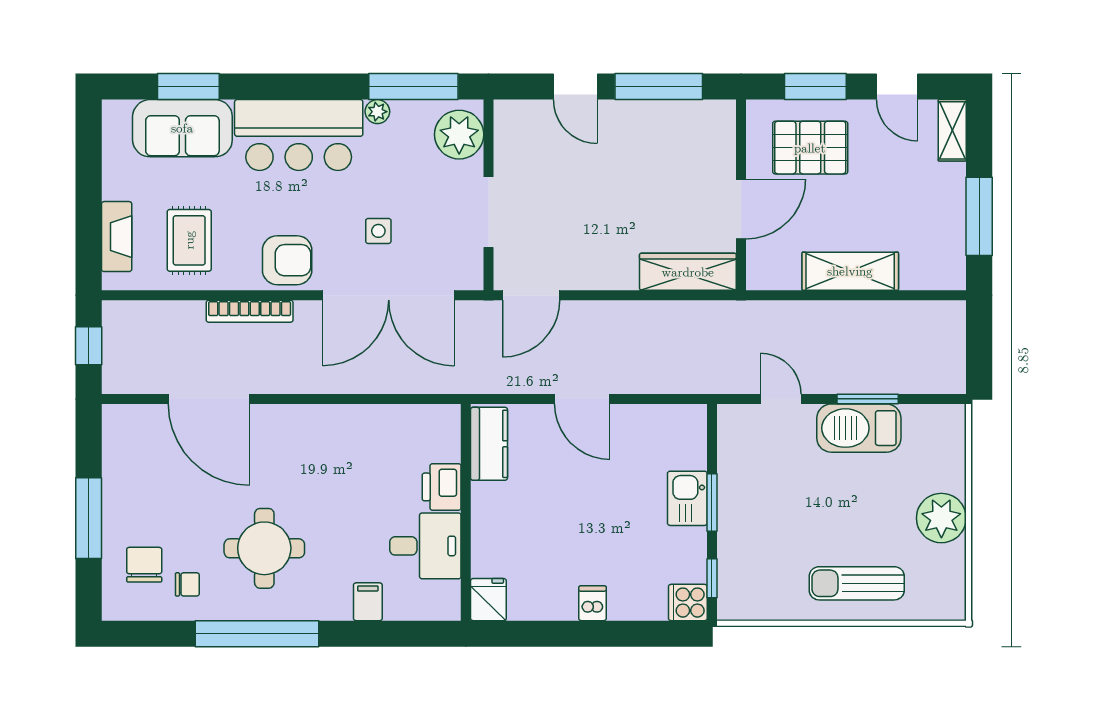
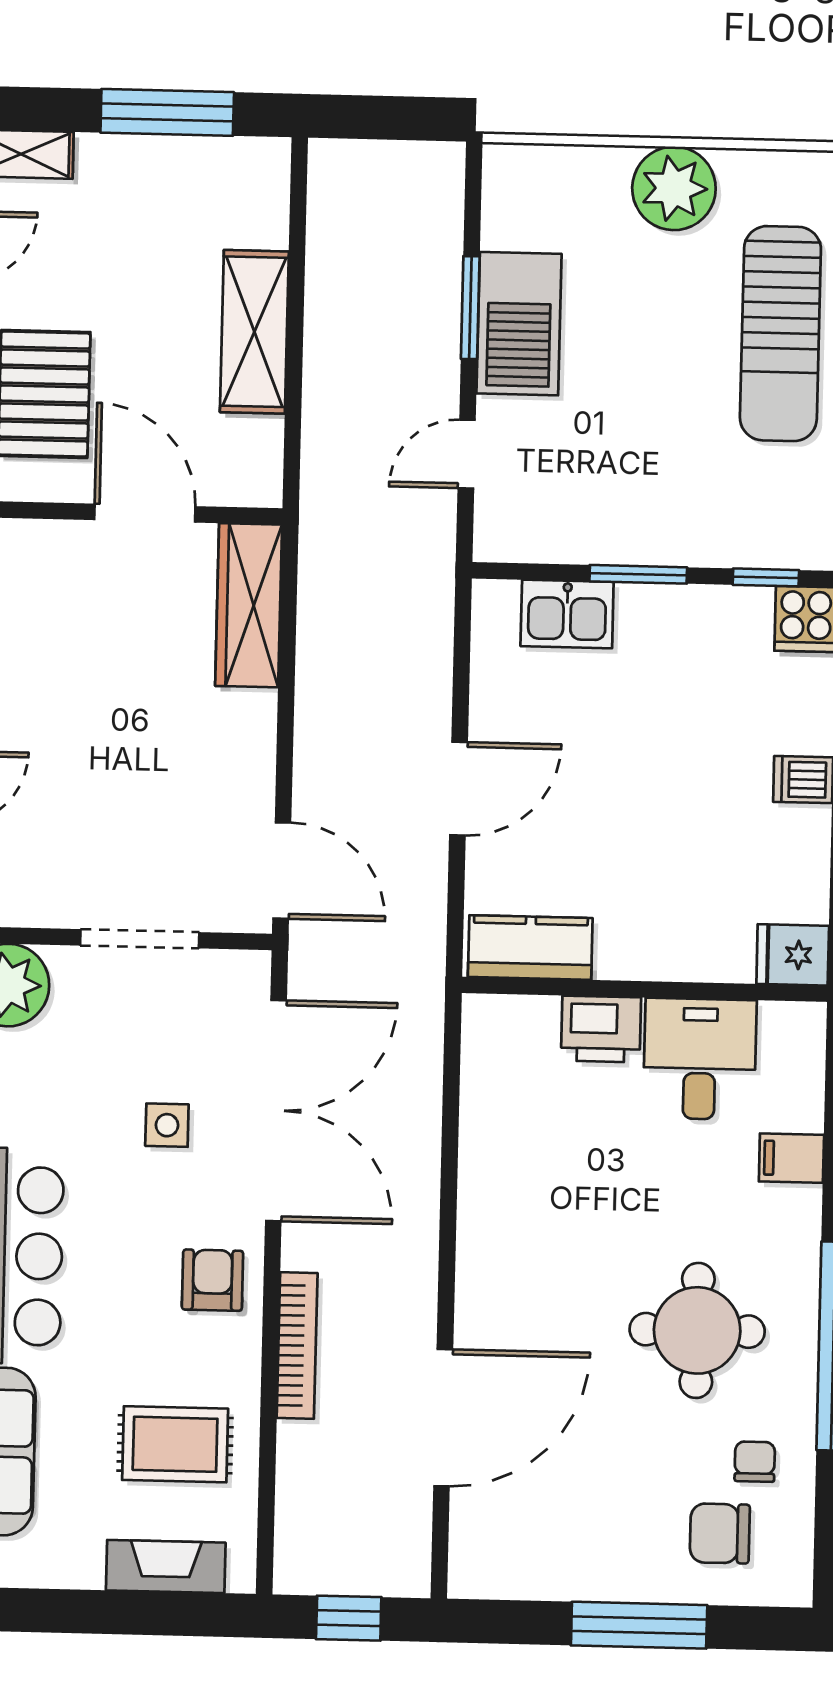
armchair: (287, 260) -> (213, 1280), width x0.72, depth x0.72
kitchen sink: (687, 498) -> (567, 614), moved
sun lounger: (857, 583) -> (780, 334), width x1.36, depth x1.34

